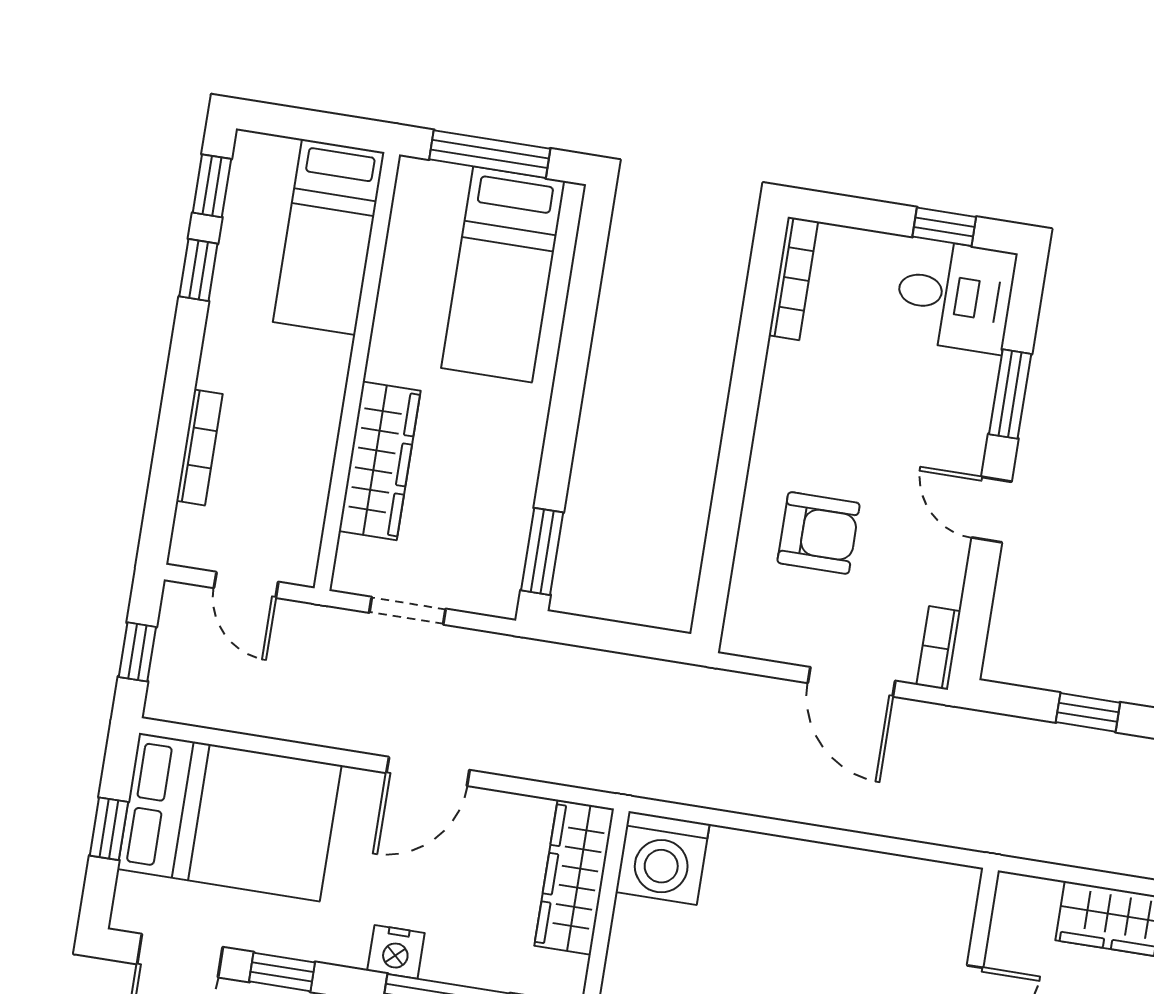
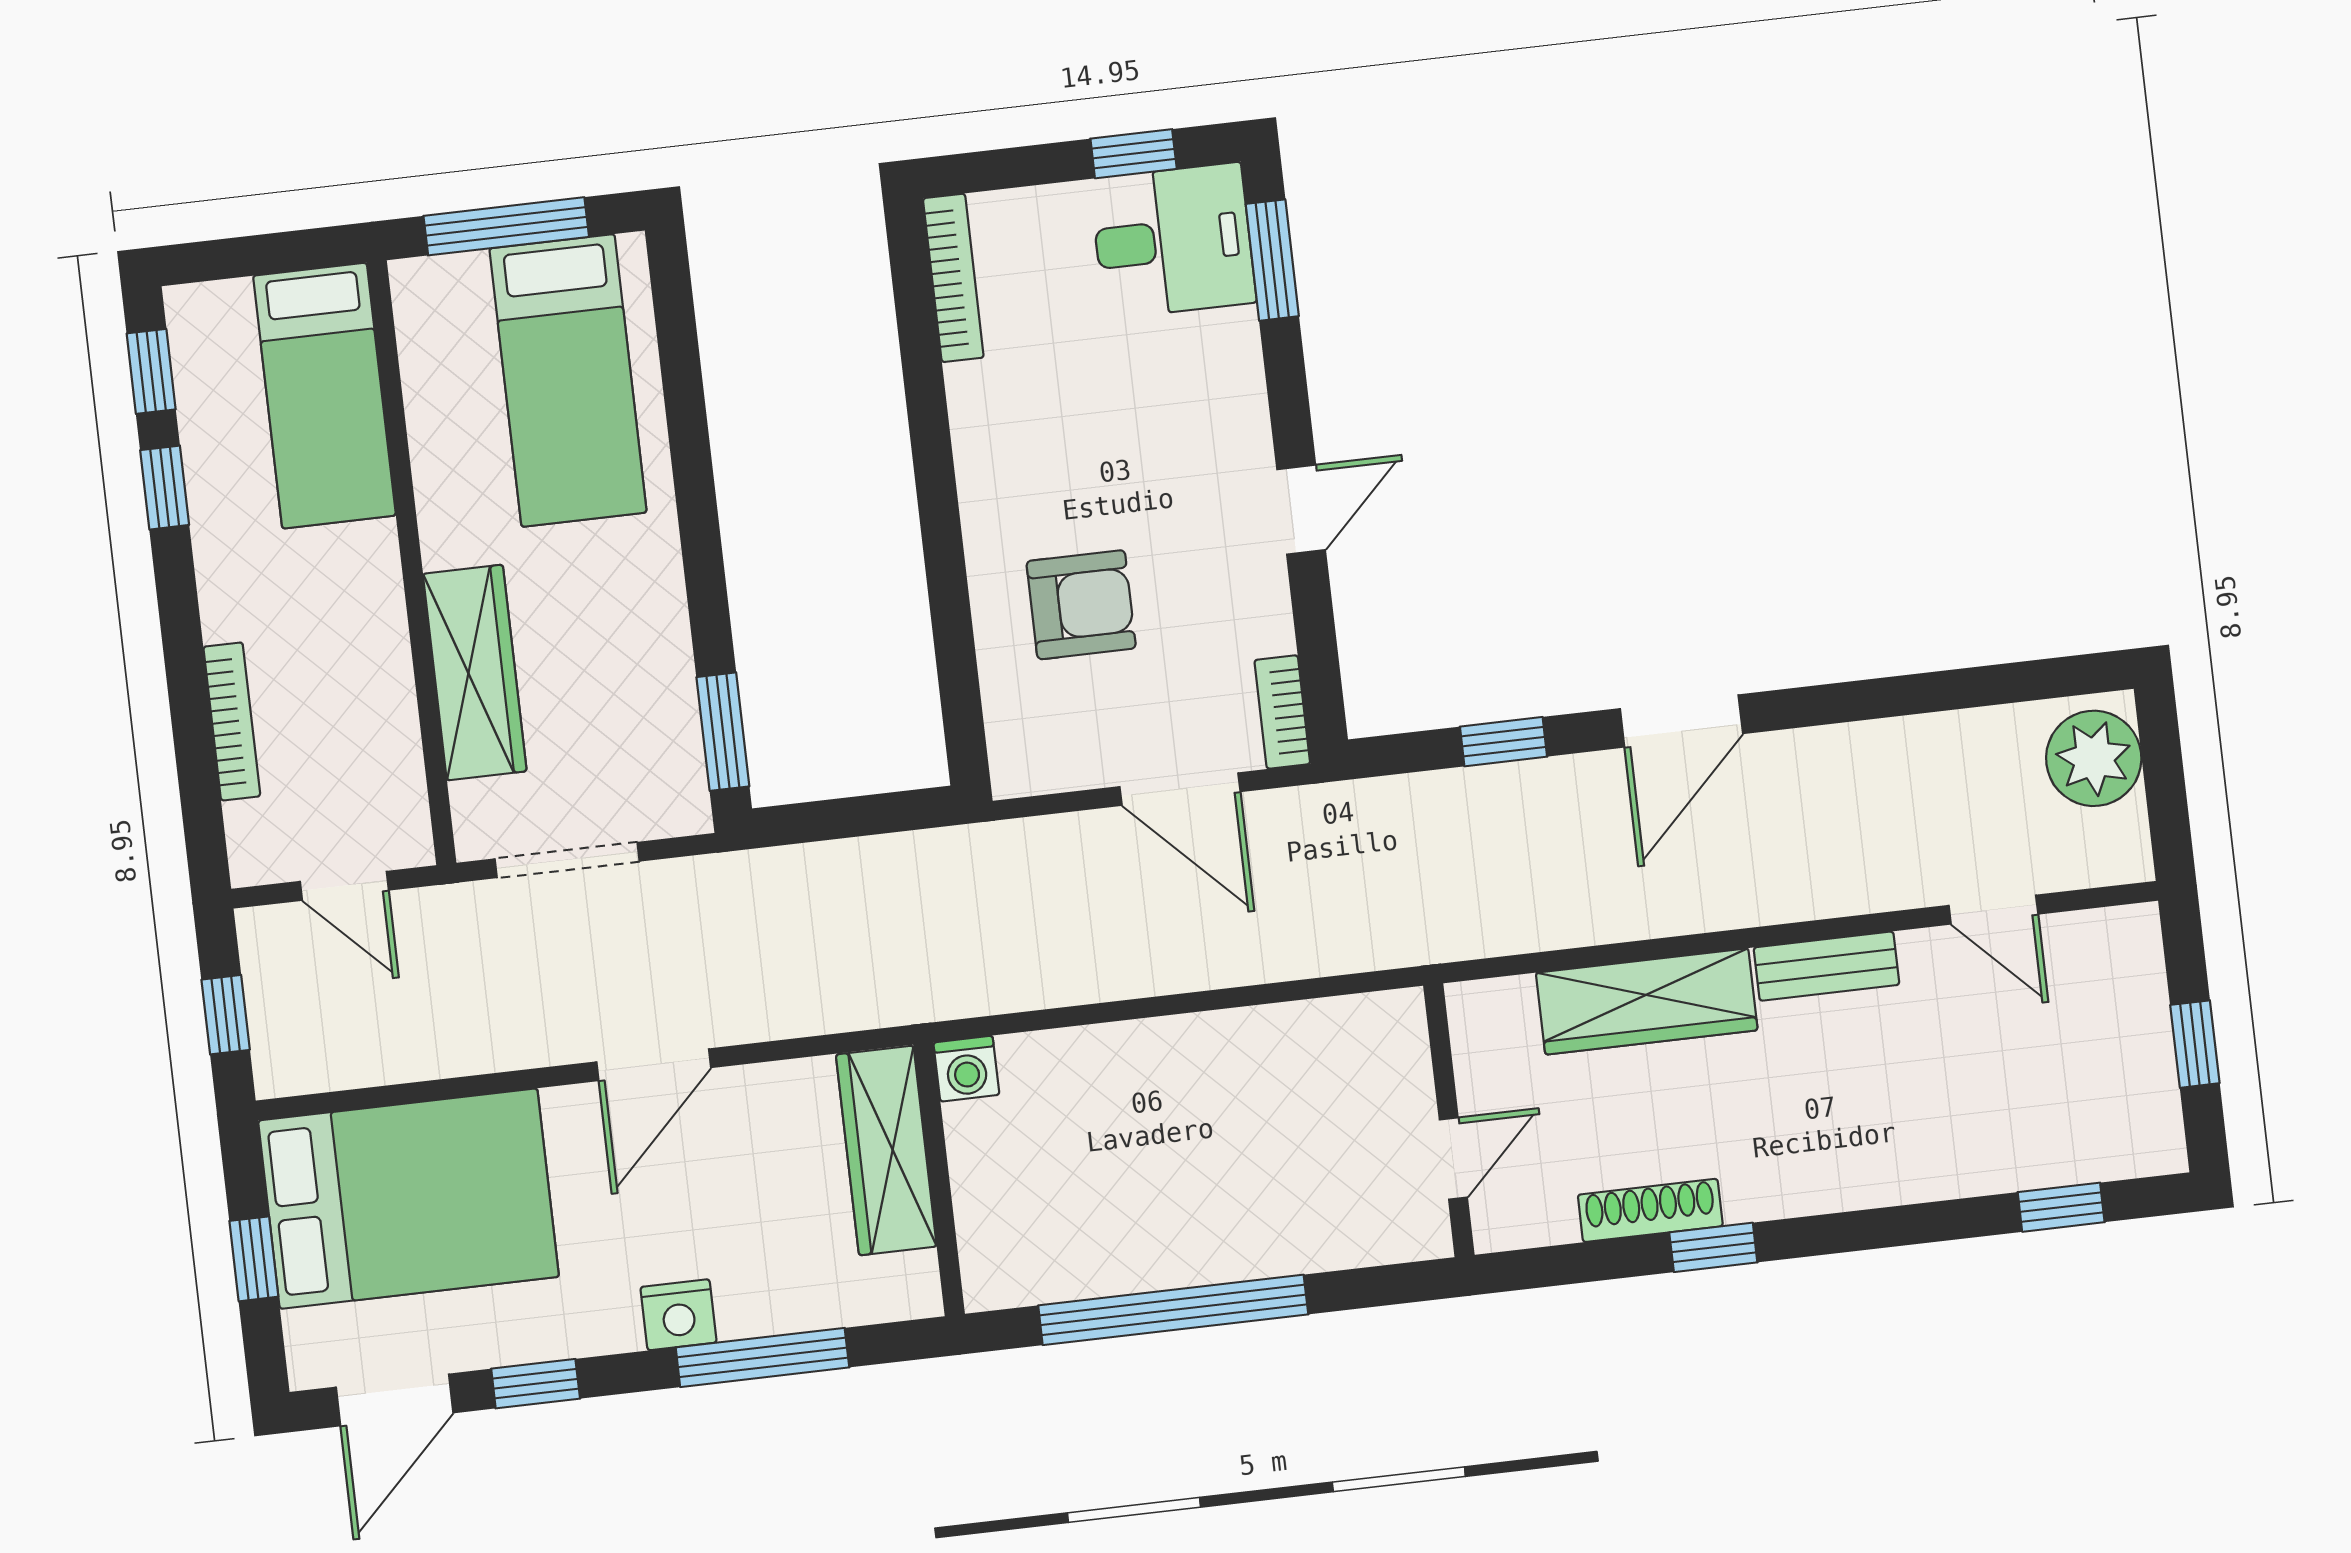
window: (1010, 394) -> (1272, 260), moved
door: (992, 510) -> (1301, 510), swing flipped
doorway: (407, 611) -> (567, 860), width x1.38
washing machine: (663, 858) -> (966, 1069), width x0.53, depth x0.53

